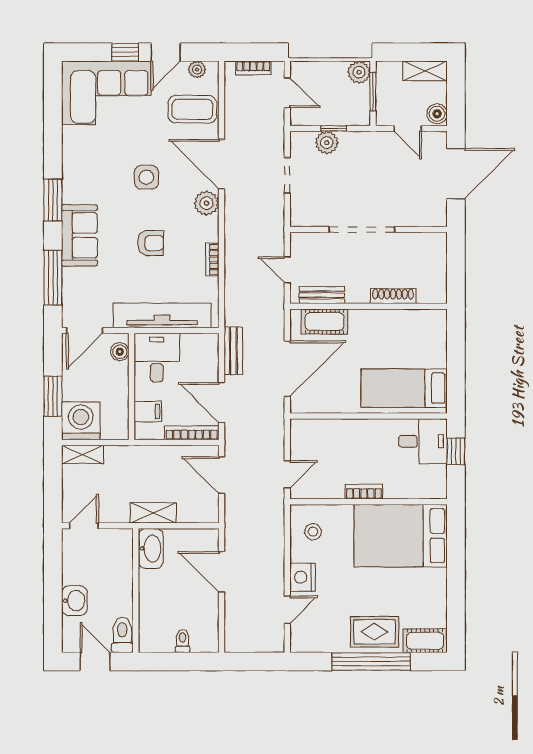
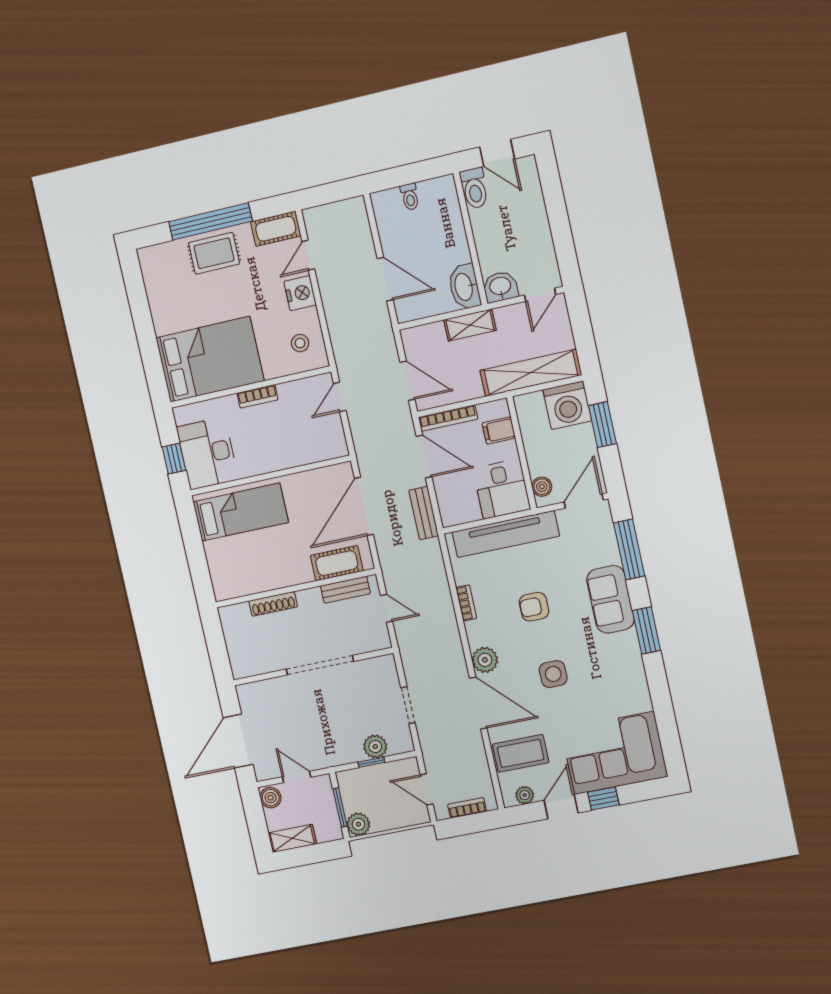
desk: (423, 441) -> (208, 453), width x1.37
shelving: (82, 454) -> (531, 373), width x2.20, depth x1.33
washbasin: (74, 601) -> (500, 287), moved, turned 90
cot: (425, 641) -> (276, 229), moved

